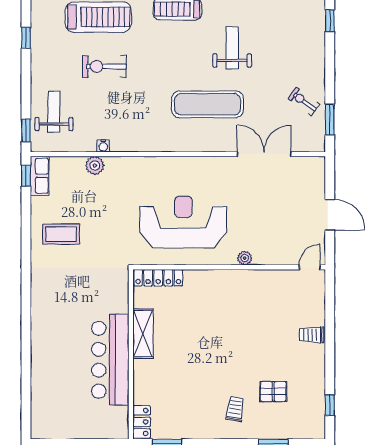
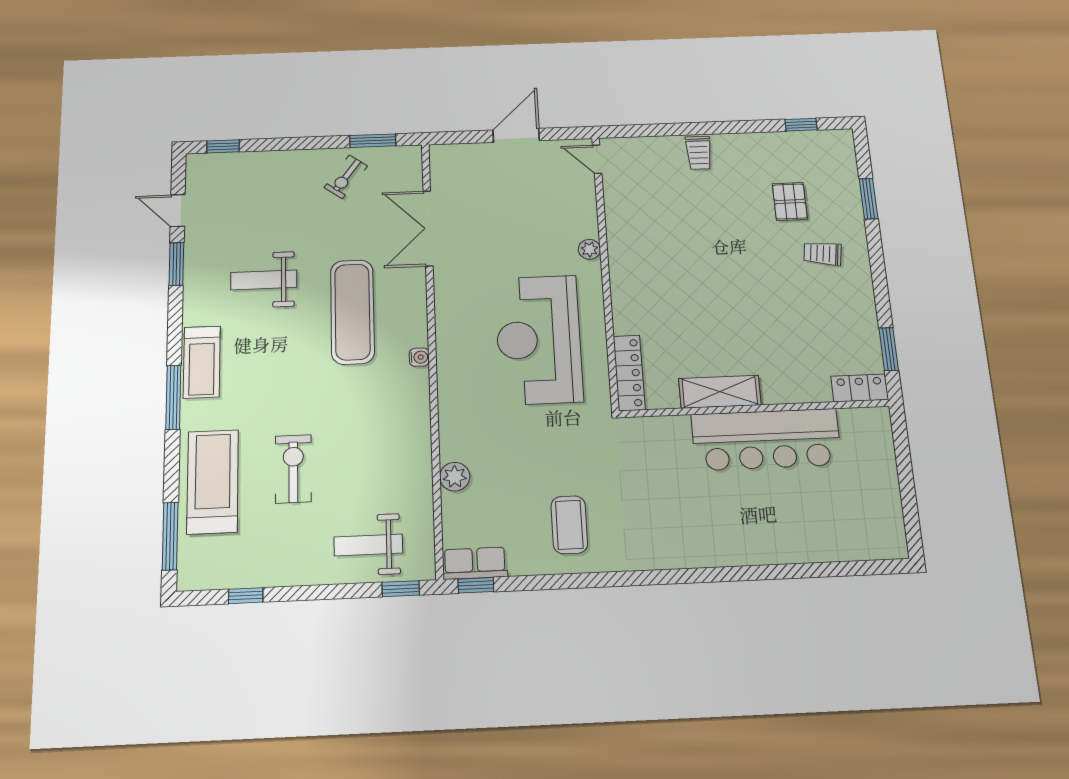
exercise bike: (104, 66) -> (293, 469), turned 180
water cooler: (103, 146) -> (419, 357), moved

